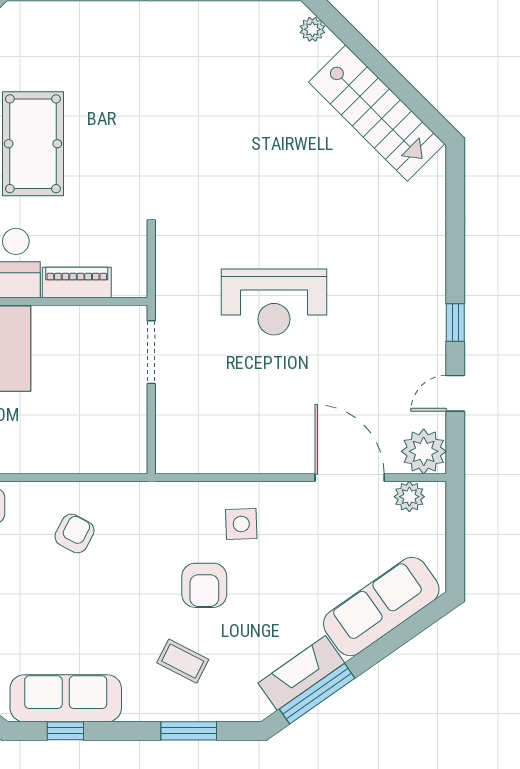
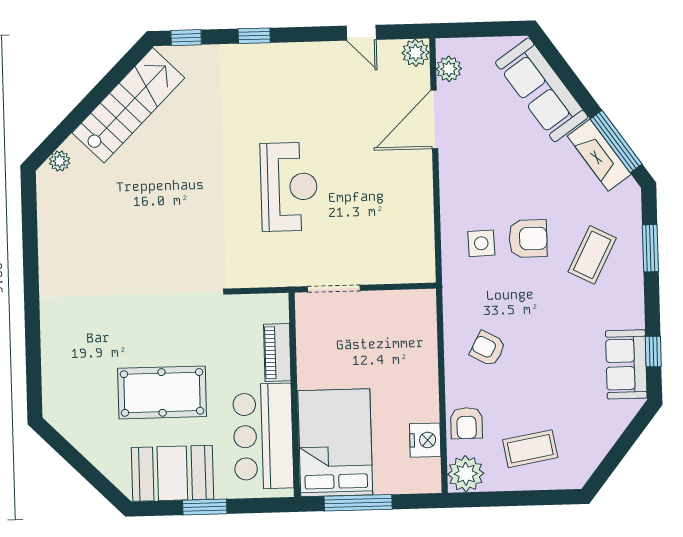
window: (455, 184) -> (186, 38), added
window: (455, 323) -> (254, 36), moved
plant: (424, 451) -> (416, 53), width x0.73, depth x0.73
side table: (241, 524) -> (481, 243), moved
coffee table: (183, 661) -> (592, 255), width x1.36, depth x1.30
sofa: (66, 698) -> (626, 364), width x0.73

